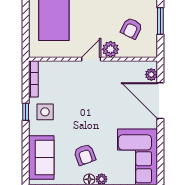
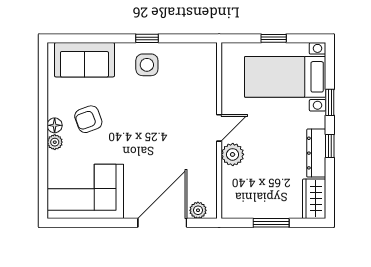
window: (26, 19) -> (274, 38), added
armchair: (131, 28) -> (261, 183), removed
door: (91, 59) -> (219, 128), hinge flipped
bookcase: (33, 79) -> (192, 49), removed

